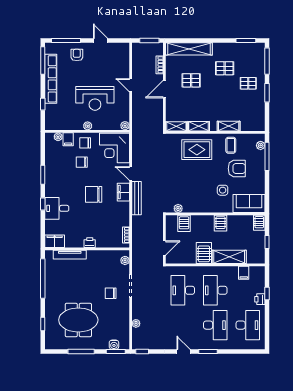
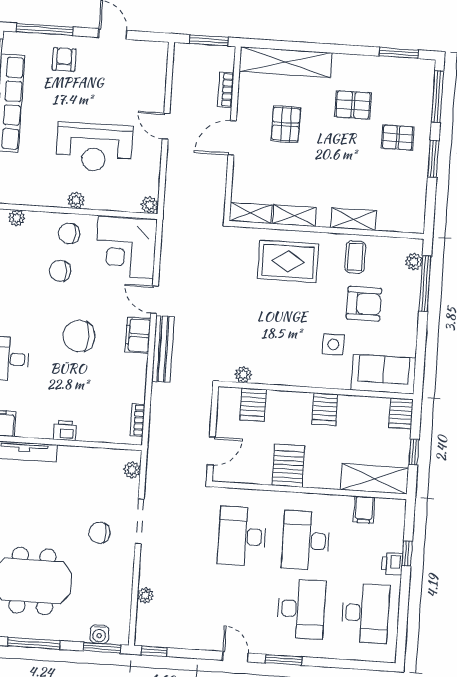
pallet: (191, 80) -> (286, 124), turned 90
filing cabinet: (68, 139) -> (36, 224), removed
shelving: (229, 257) -> (375, 479), moved

